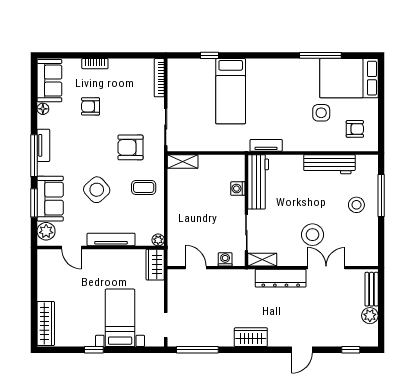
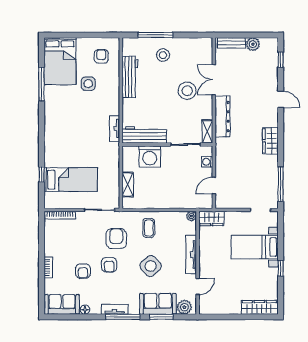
bed: (231, 91) -> (71, 180), moved
armchair: (98, 139) -> (109, 265), added
armchair: (130, 147) -> (116, 239), turned 180
shelving: (183, 161) -> (128, 185), moved
washing machine: (238, 189) -> (150, 156), width x1.89, depth x1.89

